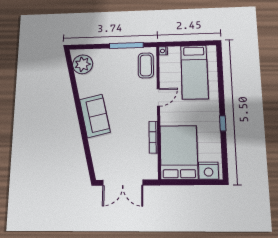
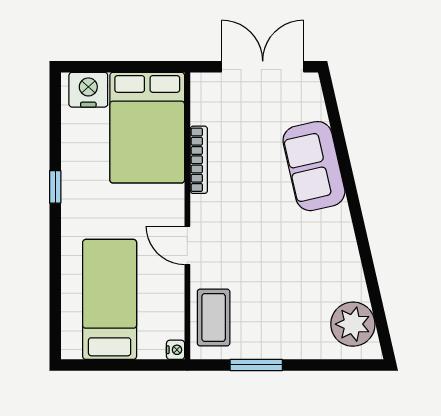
window: (126, 46) -> (256, 365), width x0.69
door: (158, 97) -> (187, 245), hinge flipped
sofa: (95, 116) -> (314, 166), moved

